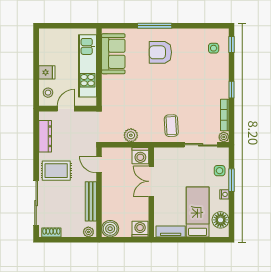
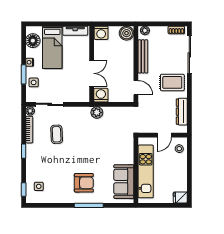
fridge: (47, 72) -> (180, 197), moved
coffee table: (171, 126) -> (57, 134), moved
plant: (131, 135) -> (97, 112), moved

